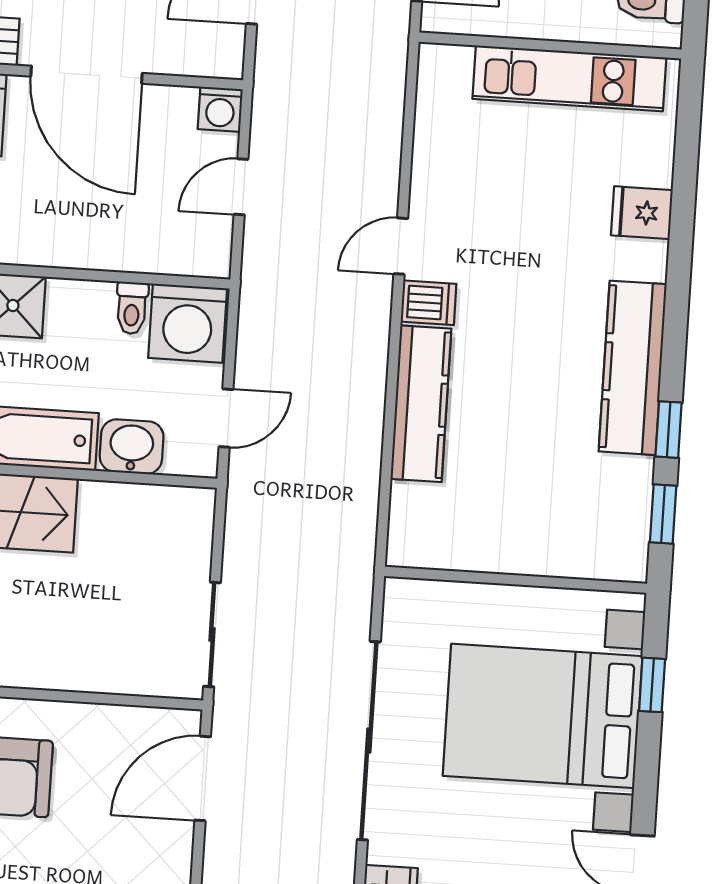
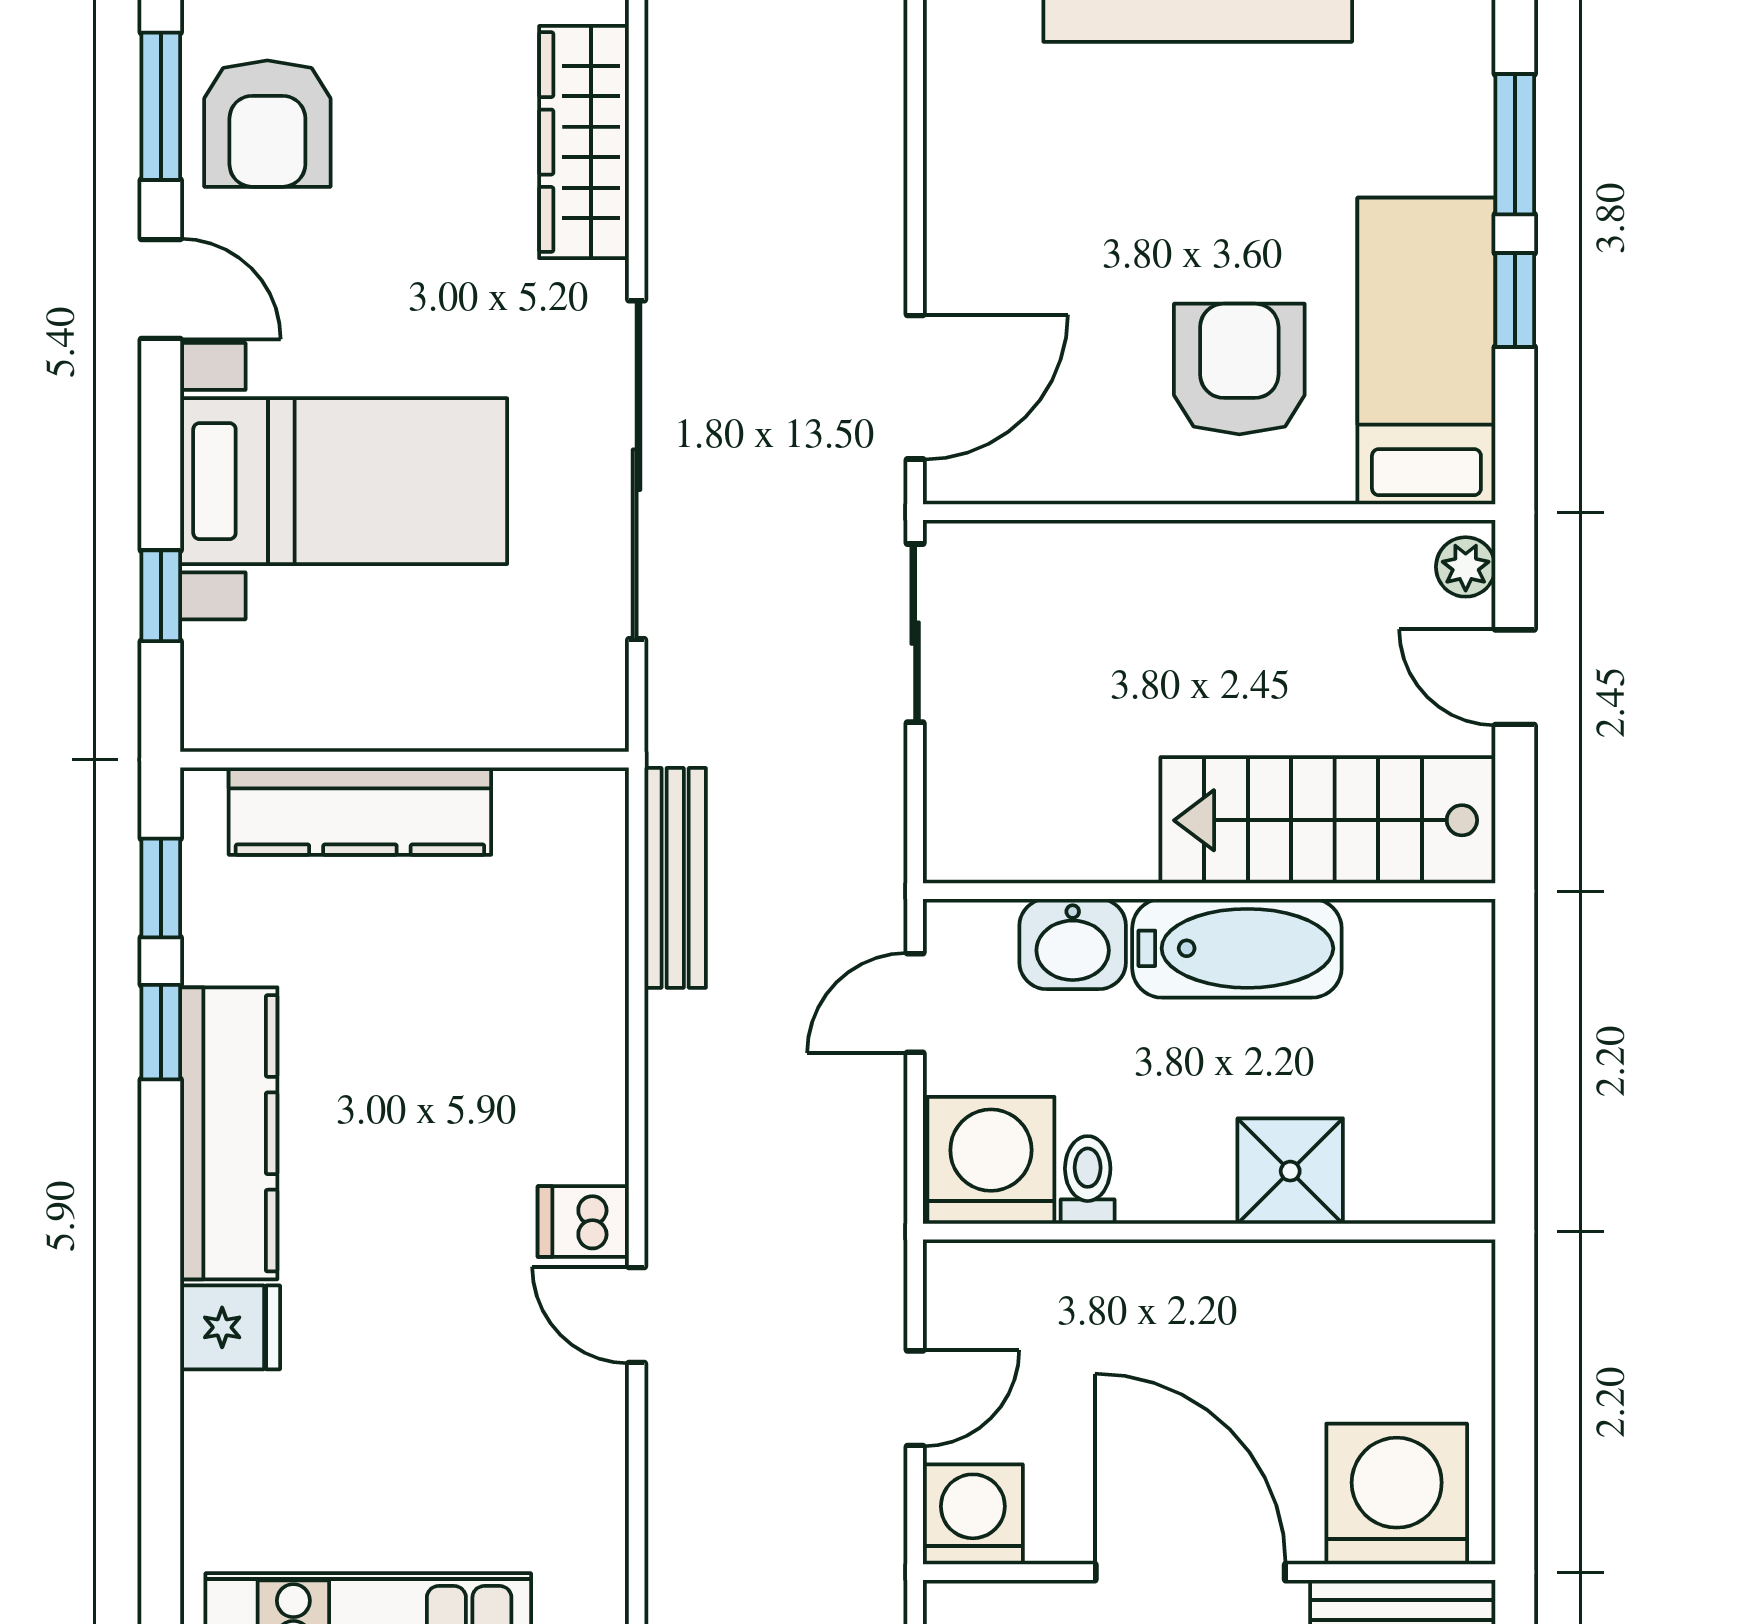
washing machine: (220, 109) -> (973, 1514), width x1.38, depth x1.38
fridge: (642, 213) -> (230, 1327), moved
door: (401, 246) -> (637, 1315), swing flipped
kitchen counter: (421, 404) -> (360, 811), moved, turned -90
bench: (362, 500) -> (675, 878), added
bed with nightstands: (543, 716) -> (344, 481), width x0.73

